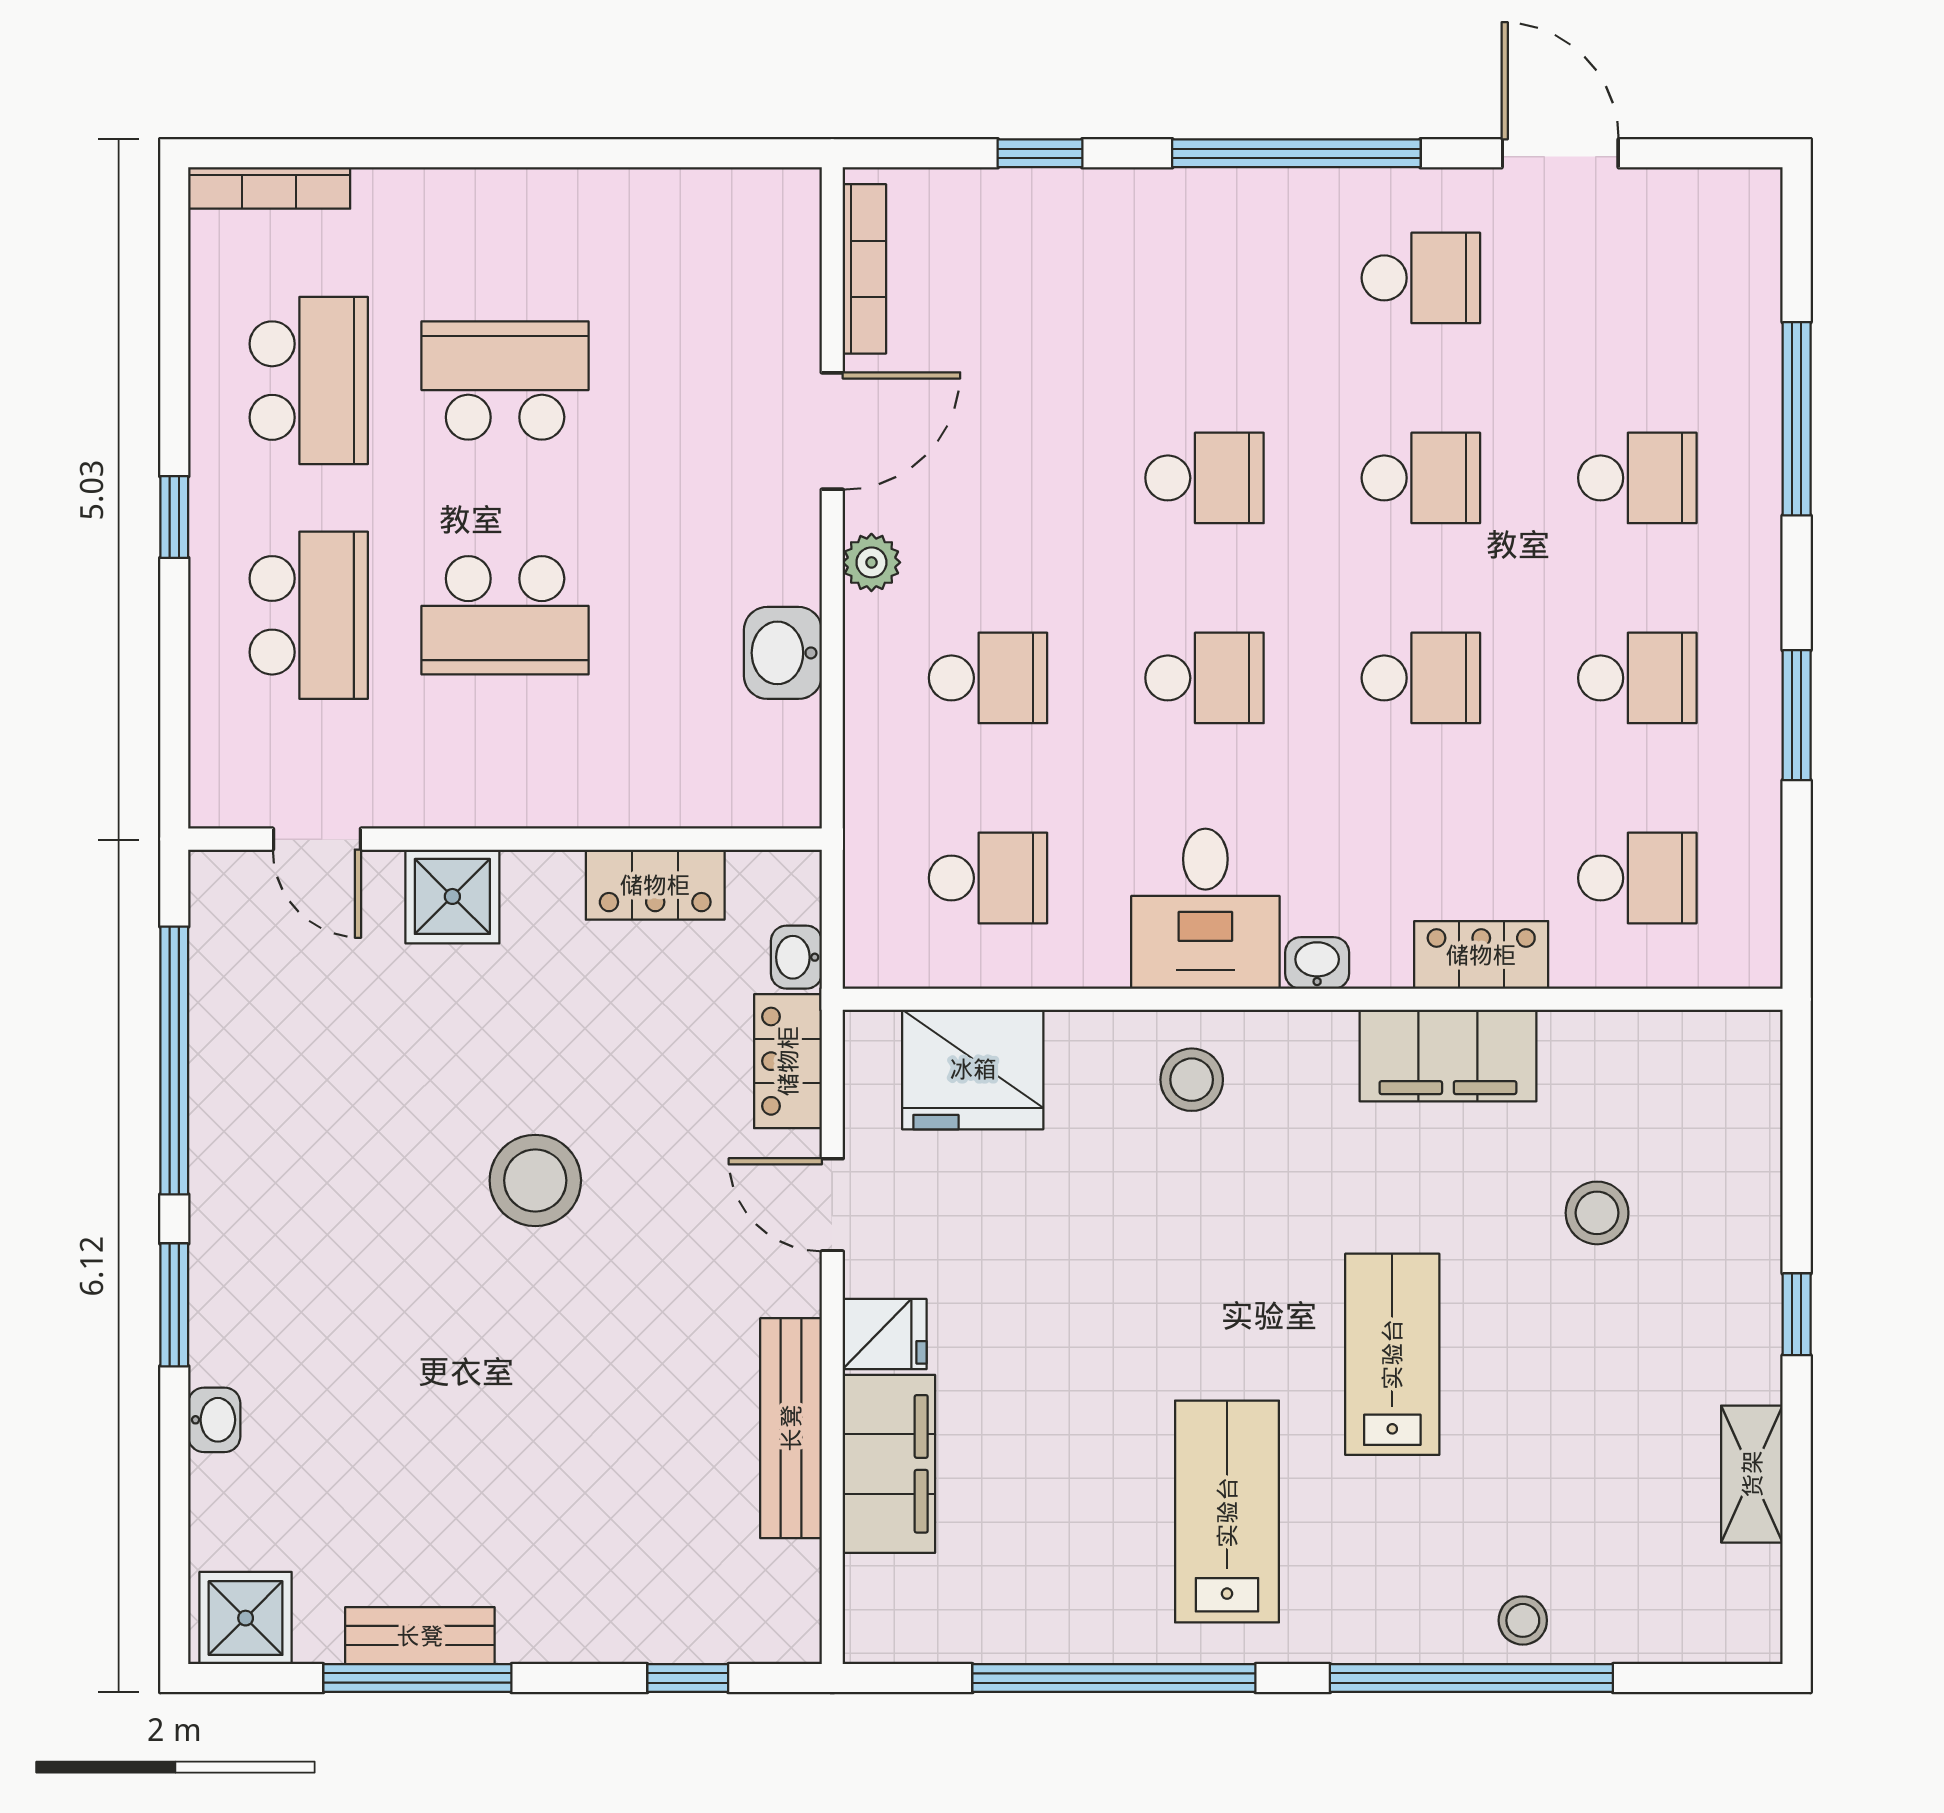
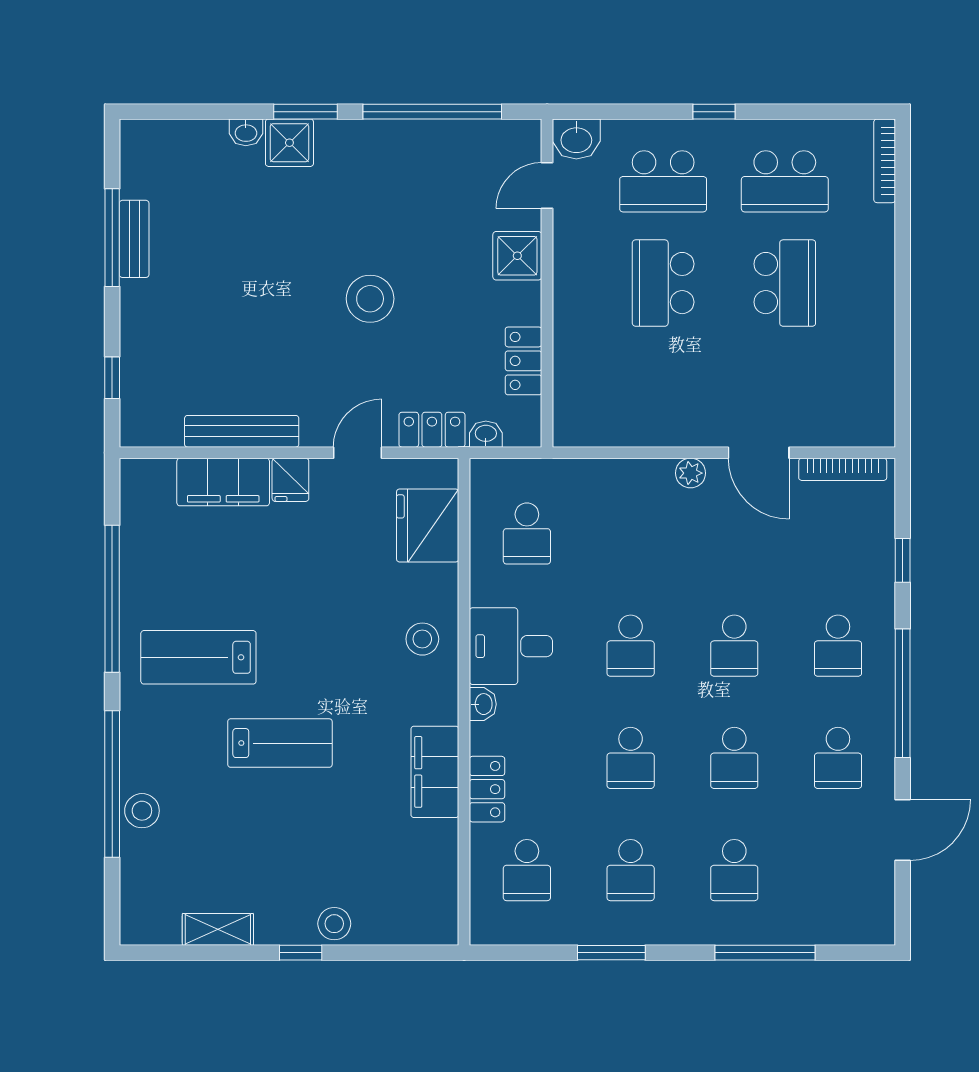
washbasin: (783, 653) -> (576, 139), moved, turned 180
school desk: (988, 678) -> (838, 646), moved
stool: (1597, 1213) -> (334, 924), moved
lab bench: (1227, 1512) -> (198, 657), turned 180
shower: (246, 1618) -> (289, 143), moved
stool: (1523, 1620) -> (142, 811), width x1.37, depth x1.37

